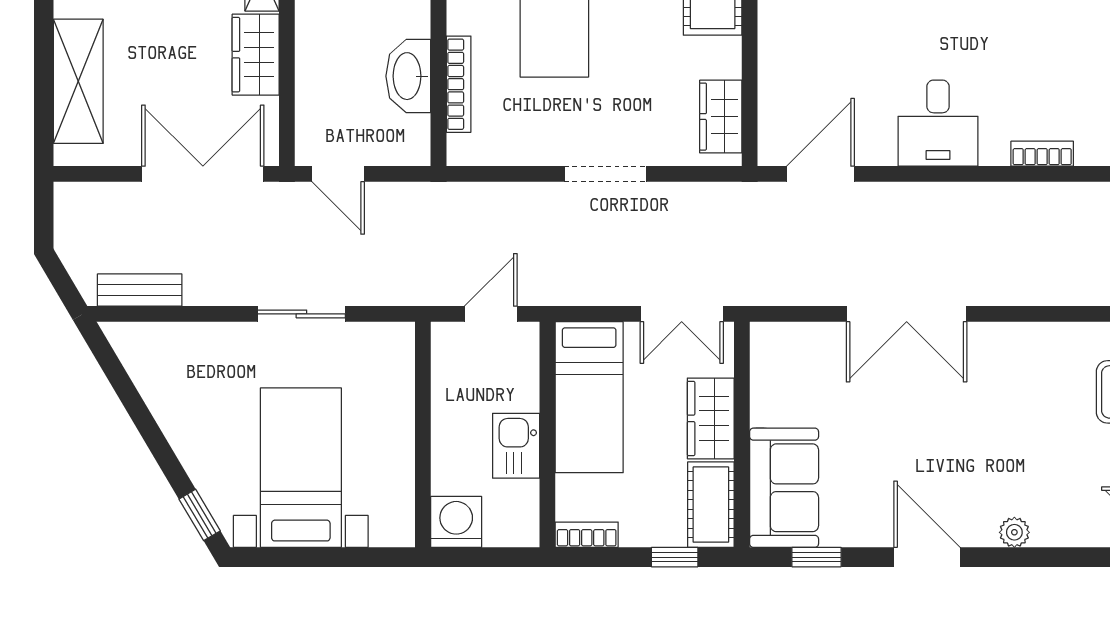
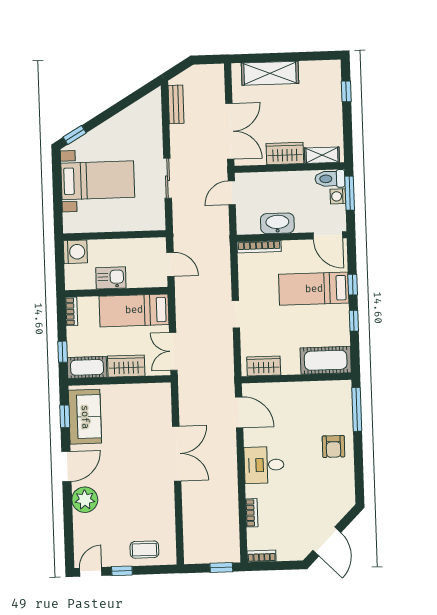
bookcase: (459, 84) -> (259, 247), moved
doorway: (605, 174) -> (236, 314), width x0.73
double door: (907, 314) -> (177, 454), swing flipped
sofa: (784, 488) -> (85, 417), moved, turned -90
plant: (1014, 532) -> (85, 500), width x1.87, depth x1.87

